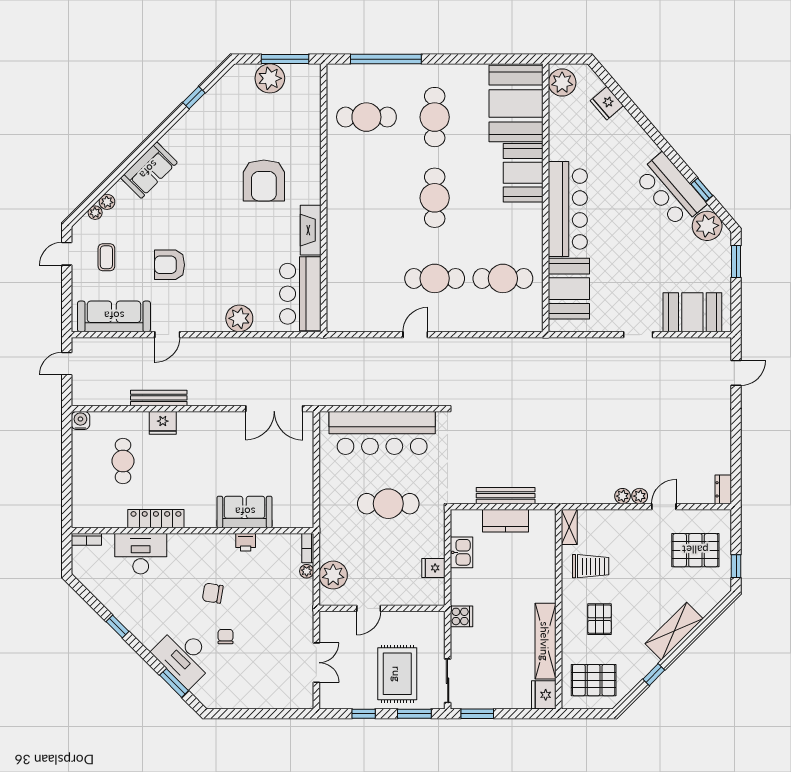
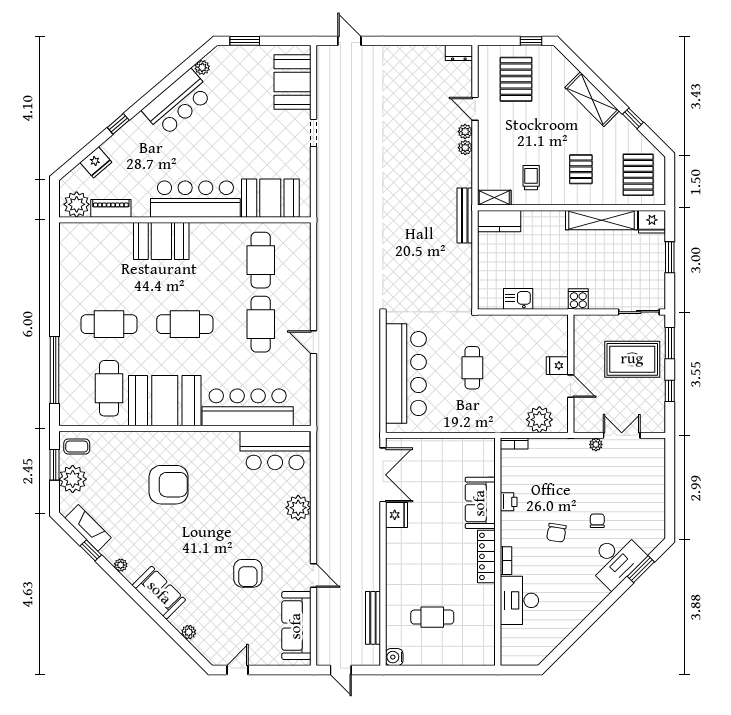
window: (285, 59) -> (55, 465), width x0.69
booth: (516, 104) -> (165, 401), moved
piano: (558, 119) -> (111, 208), added
window: (702, 190) -> (118, 124), moved
plant: (95, 213) -> (121, 565), moved
plant: (707, 226) -> (202, 67), width x0.53, depth x0.53
fireplace: (311, 230) -> (88, 528), moved, turned -135
door: (67, 254) -> (237, 670), swing flipped
coffee table: (106, 257) -> (77, 447), moved
bar counter: (346, 265) -> (248, 407), added
bench: (159, 398) -> (373, 618), moved
fridge: (163, 423) -> (396, 515), moved
bench: (506, 496) -> (465, 216), moved
cafe table: (388, 504) -> (472, 368), width x0.73, depth x0.74
locker: (156, 519) -> (486, 556), moved
kitchen counter: (505, 521) -> (499, 221), moved, turned 90
bookcase: (86, 539) -> (506, 561), moved
trolley: (591, 566) -> (531, 178), width x0.73, depth x0.72
fridge: (433, 568) -> (557, 366), moved, turned 90
plant: (307, 571) -> (596, 444), moved
pallet: (600, 619) -> (581, 169), turned 90
window: (118, 626) -> (588, 622), removed
chair: (225, 637) -> (597, 521), turned 90
window: (477, 714) -> (670, 257), moved

